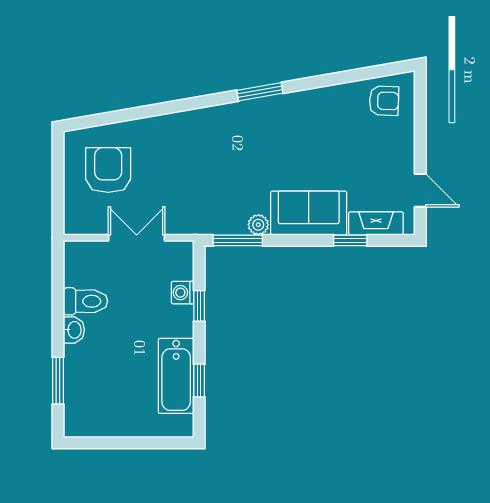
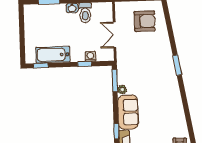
window: (260, 92) -> (177, 65), moved
double door: (137, 238) -> (115, 35), swing flipped
window: (199, 380) -> (41, 65), moved

